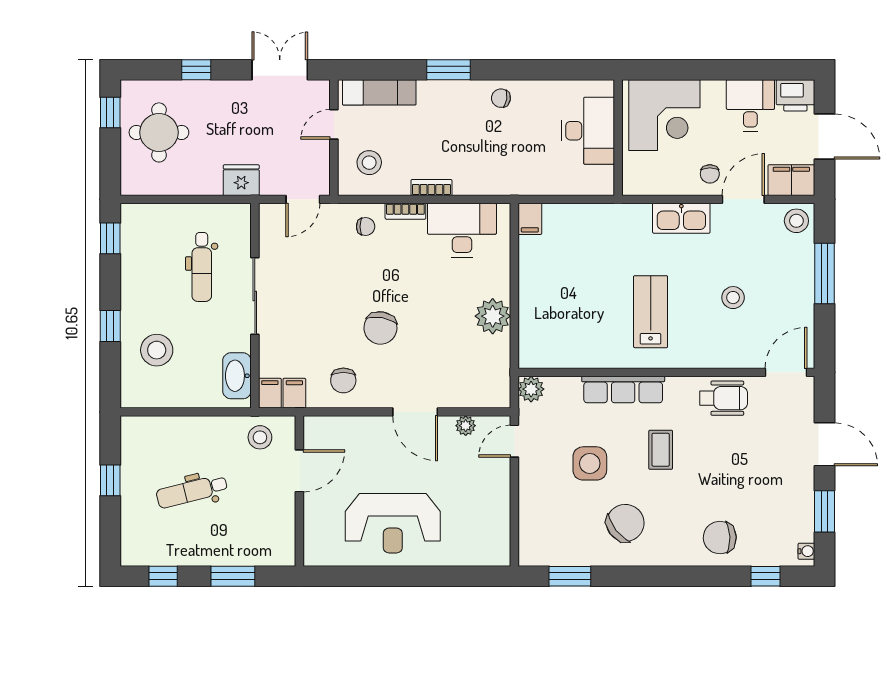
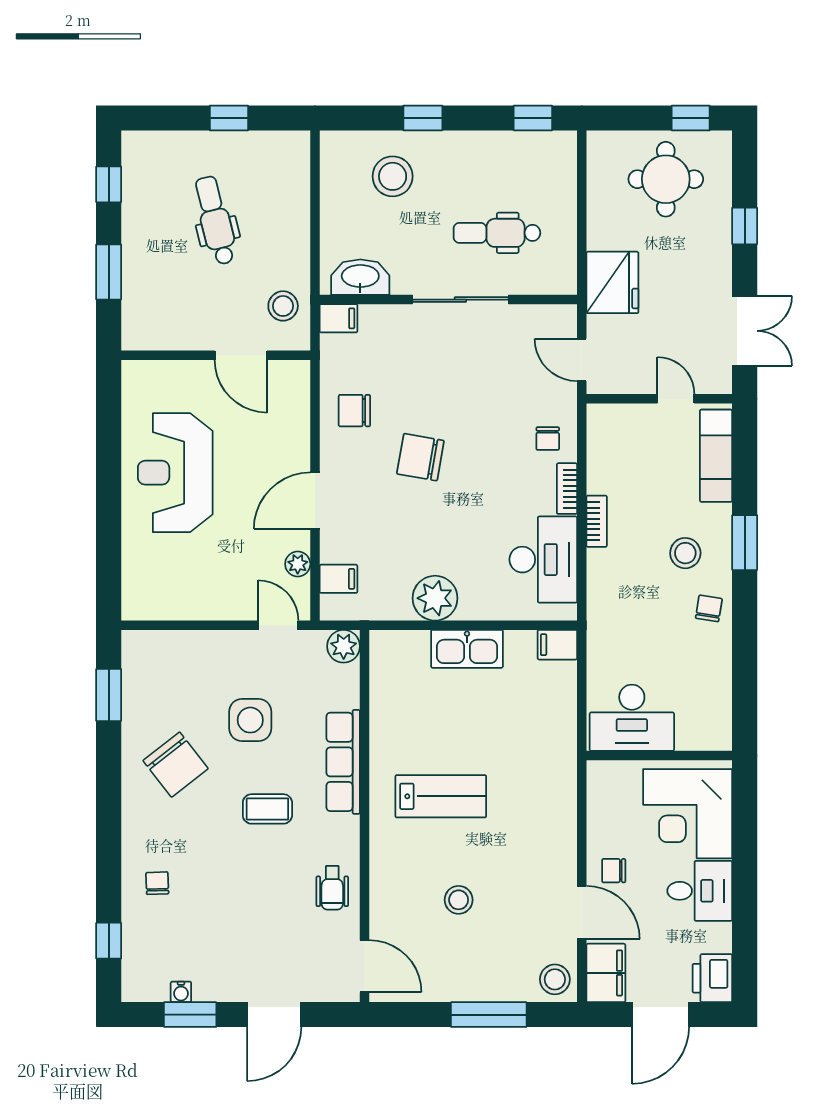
desk: (750, 105) -> (700, 891), moved
desk: (588, 131) -> (632, 718), moved
stool: (369, 163) -> (685, 553), moved
fridge: (241, 180) -> (612, 282), width x1.36, depth x1.34
kitchen sink: (681, 218) -> (467, 649), moved, turned -90
filing cabinet: (294, 393) -> (338, 579), moved
wheelchair: (723, 398) -> (332, 888), width x0.73, depth x0.73
chair: (720, 538) -> (157, 883), width x0.54, depth x0.54
water cooler: (806, 551) -> (181, 992), moved

